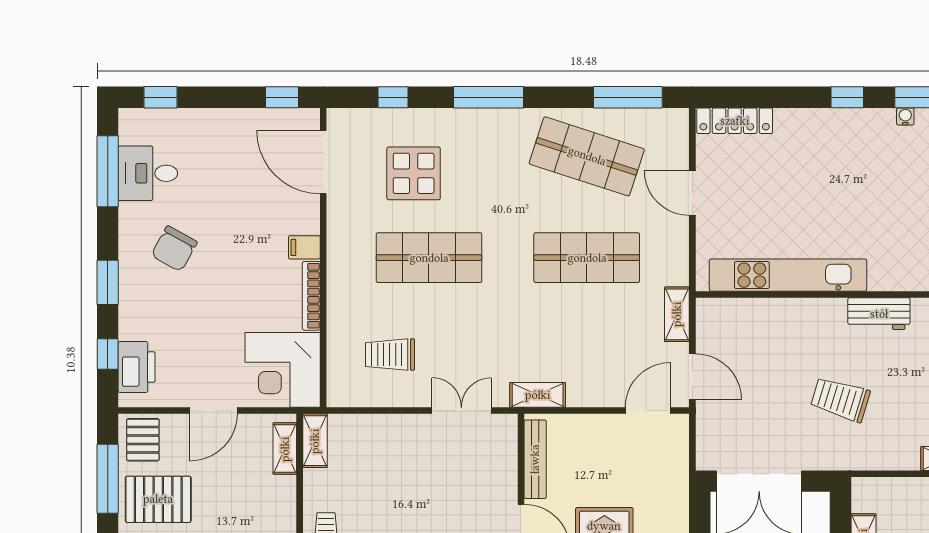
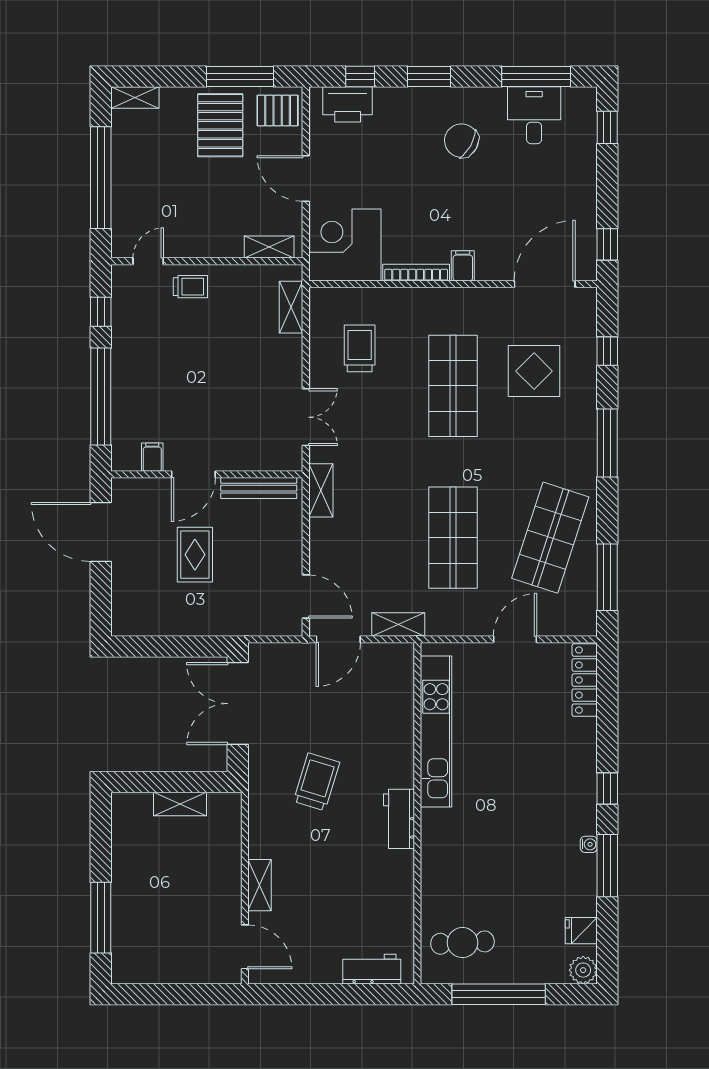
shelving: (315, 441) -> (291, 307), moved, turned 90

